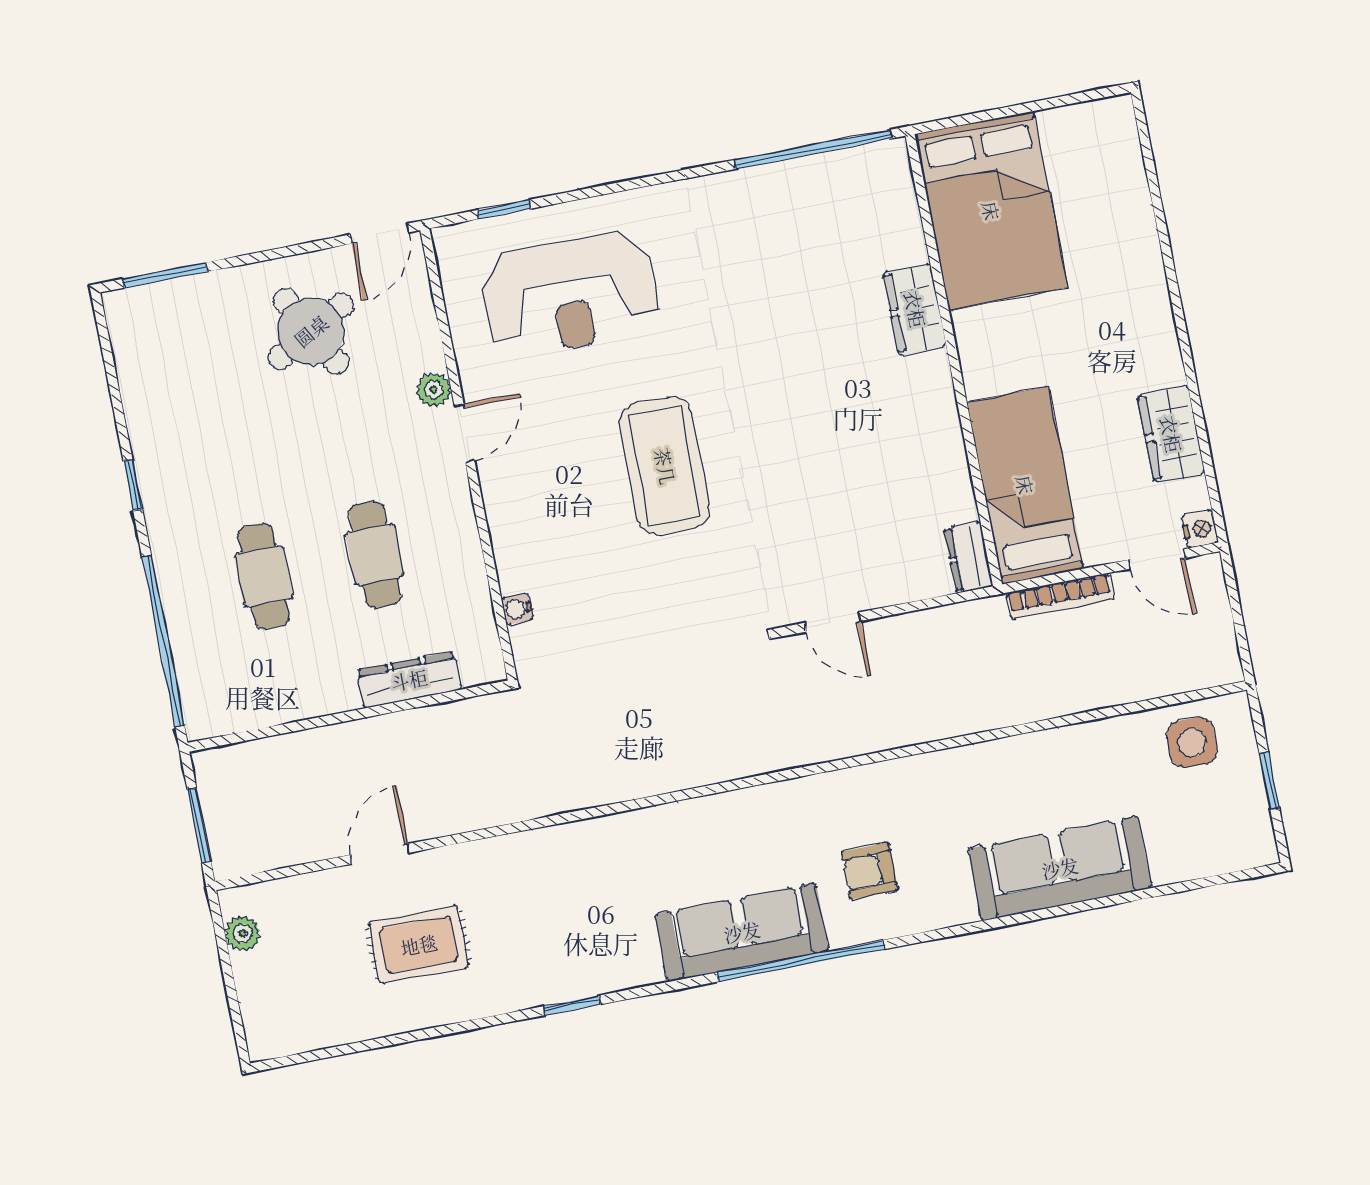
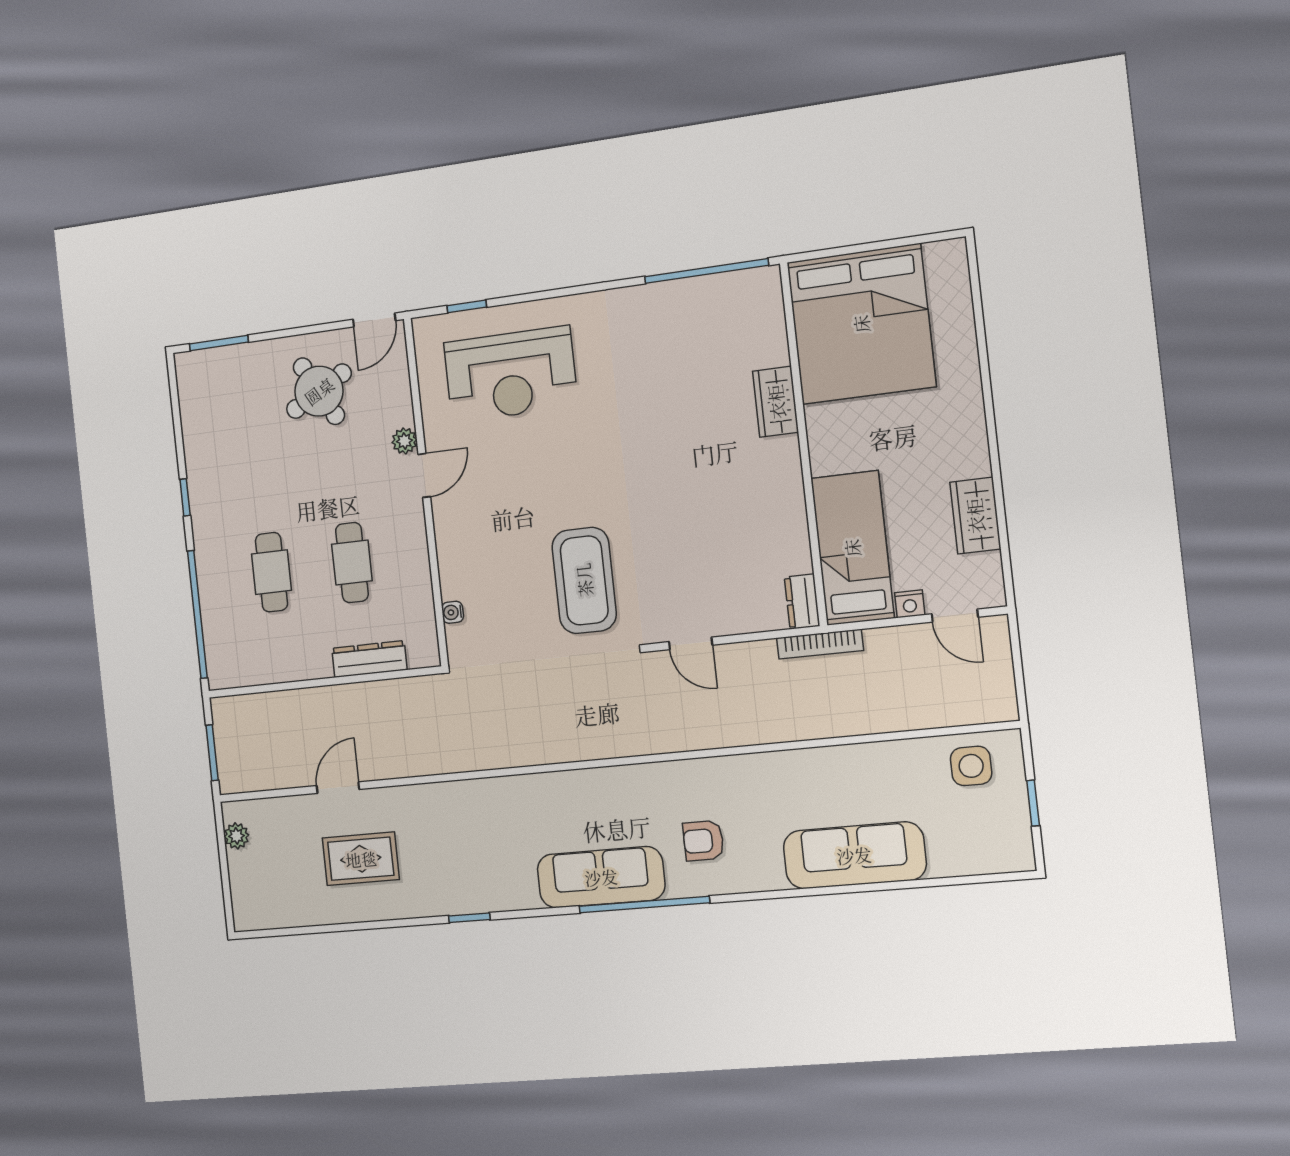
bed: (991, 211) -> (861, 324), width x1.36
coffee table: (665, 466) -> (584, 580), moved
nightstand: (1200, 529) -> (910, 604), moved, turned 90
bookcase: (1060, 596) -> (820, 644), moved

